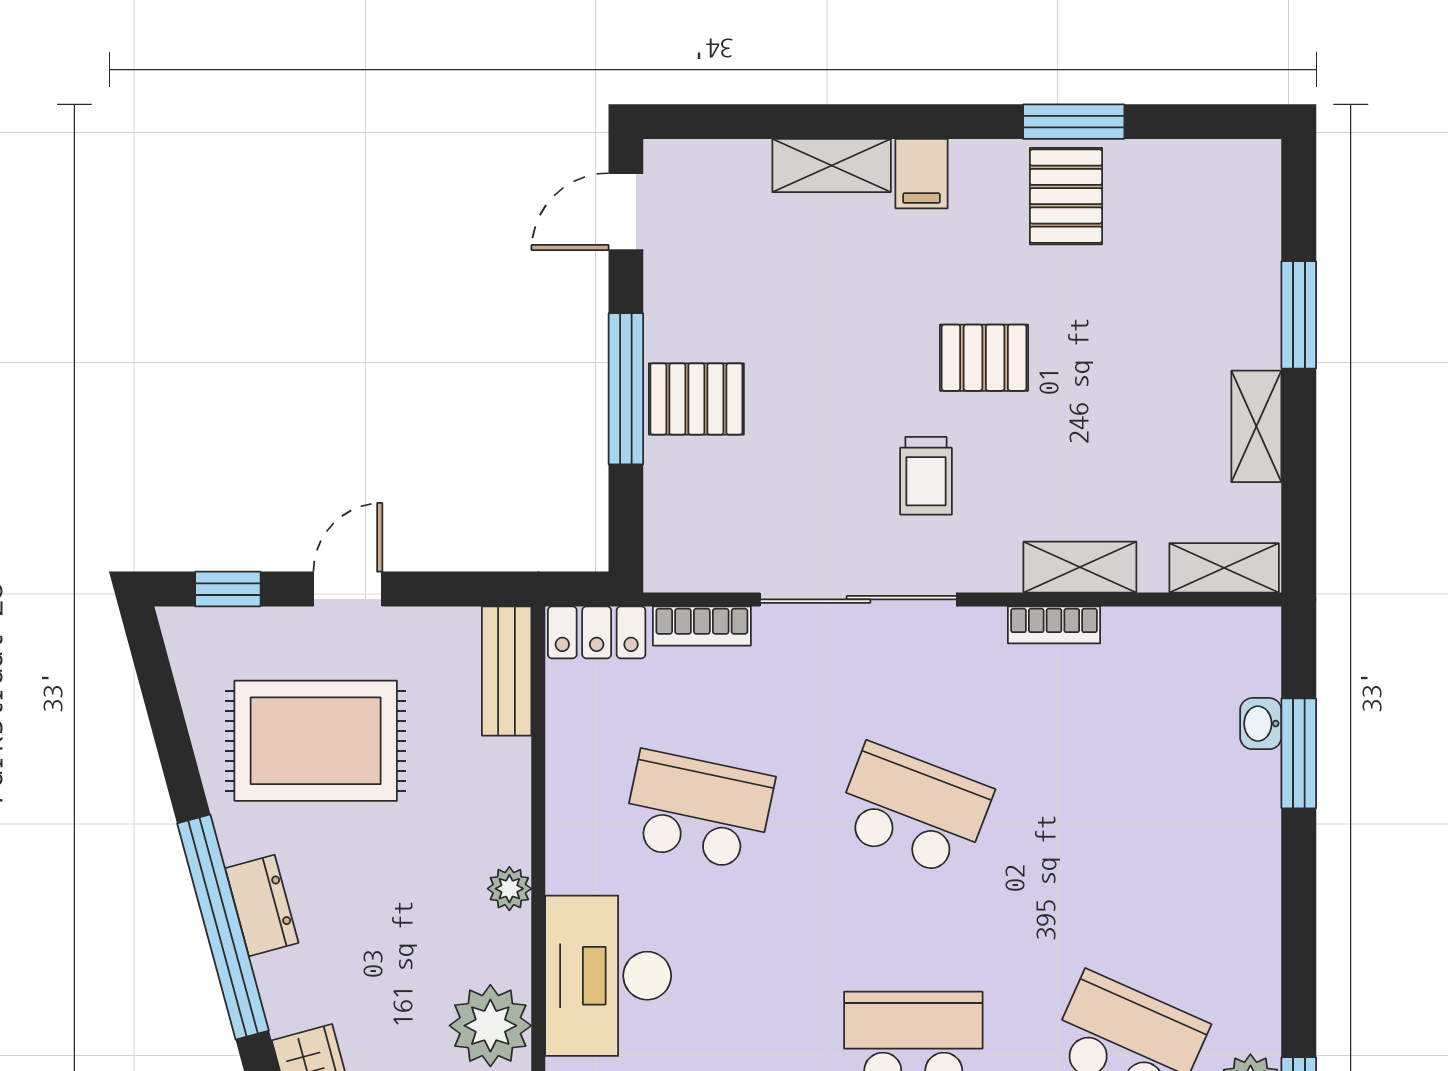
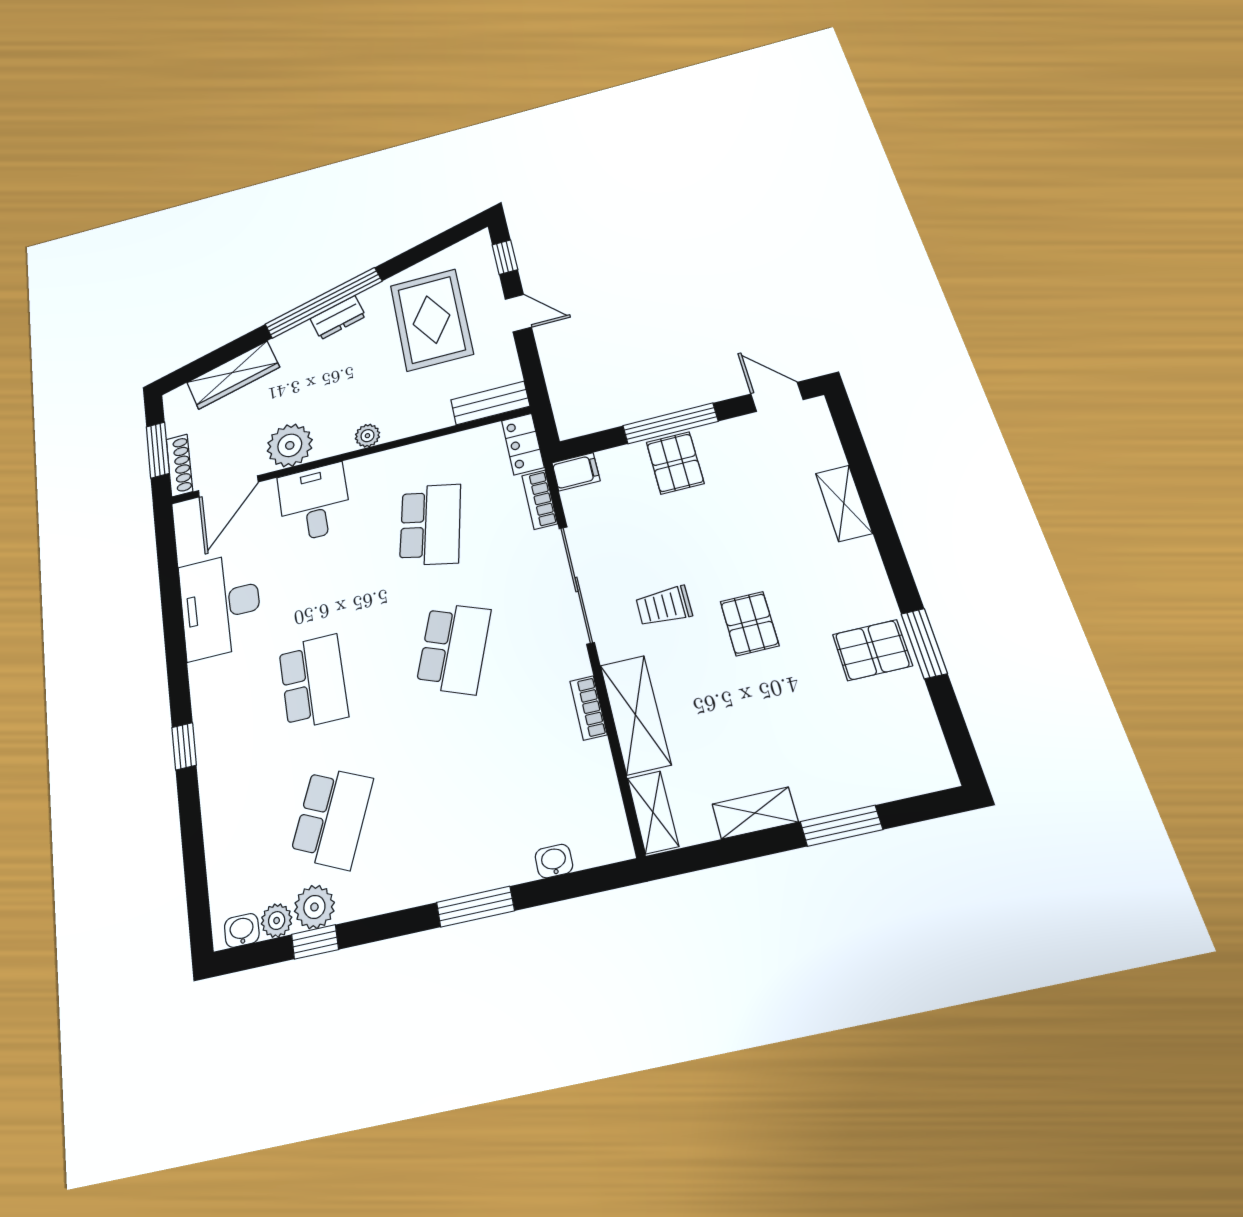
filing cabinet: (921, 174) -> (576, 472), moved, turned 180
shelving: (1080, 567) -> (635, 715), width x1.50, depth x1.33
window: (1299, 753) -> (475, 907), moved
desk: (608, 976) -> (314, 503), width x0.73

